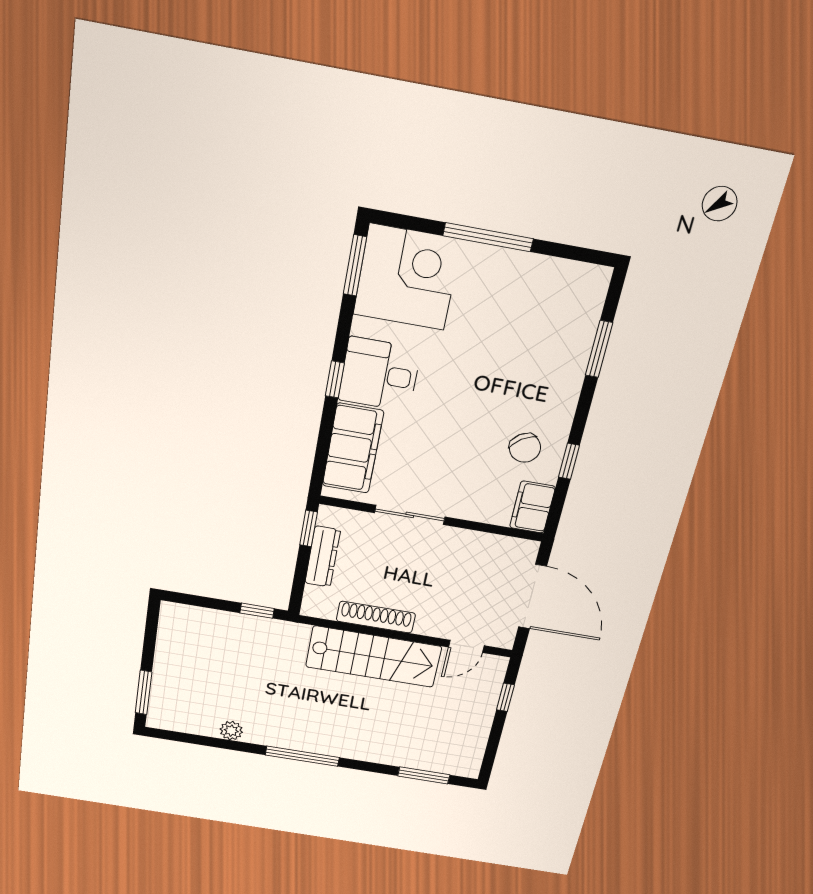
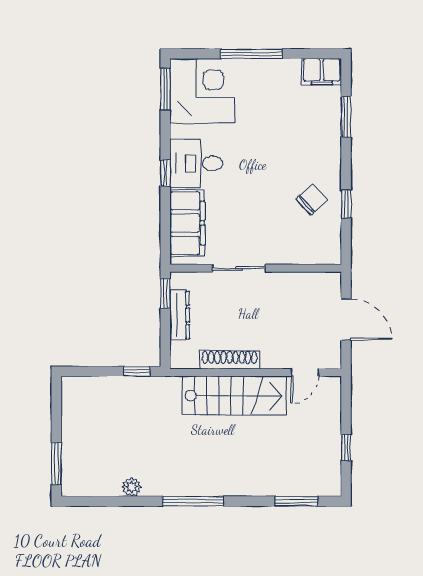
chair: (525, 448) -> (312, 200), turned -98
filing cabinet: (532, 507) -> (322, 72), moved, turned -90
door: (532, 597) -> (346, 319), width x0.73
window: (505, 697) -> (346, 447), moved

